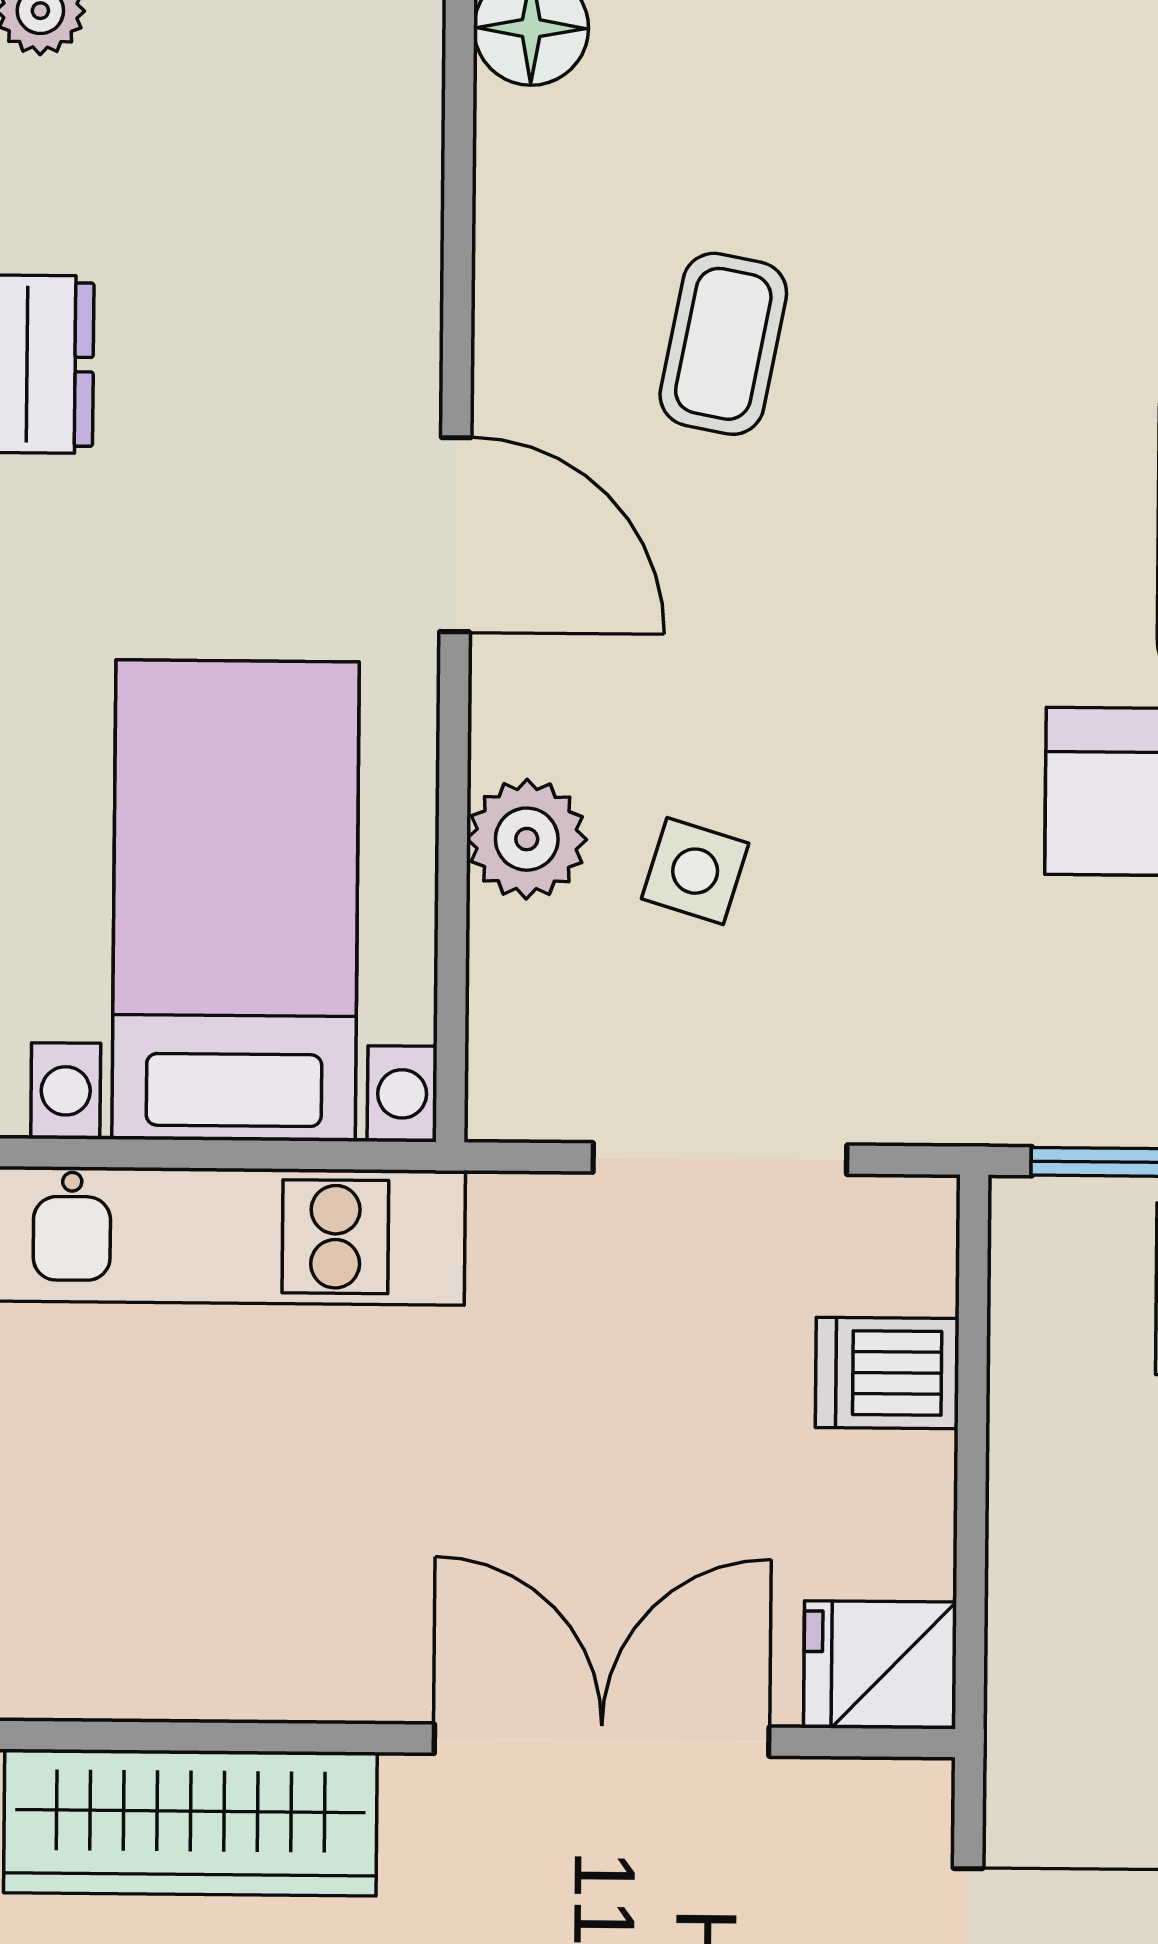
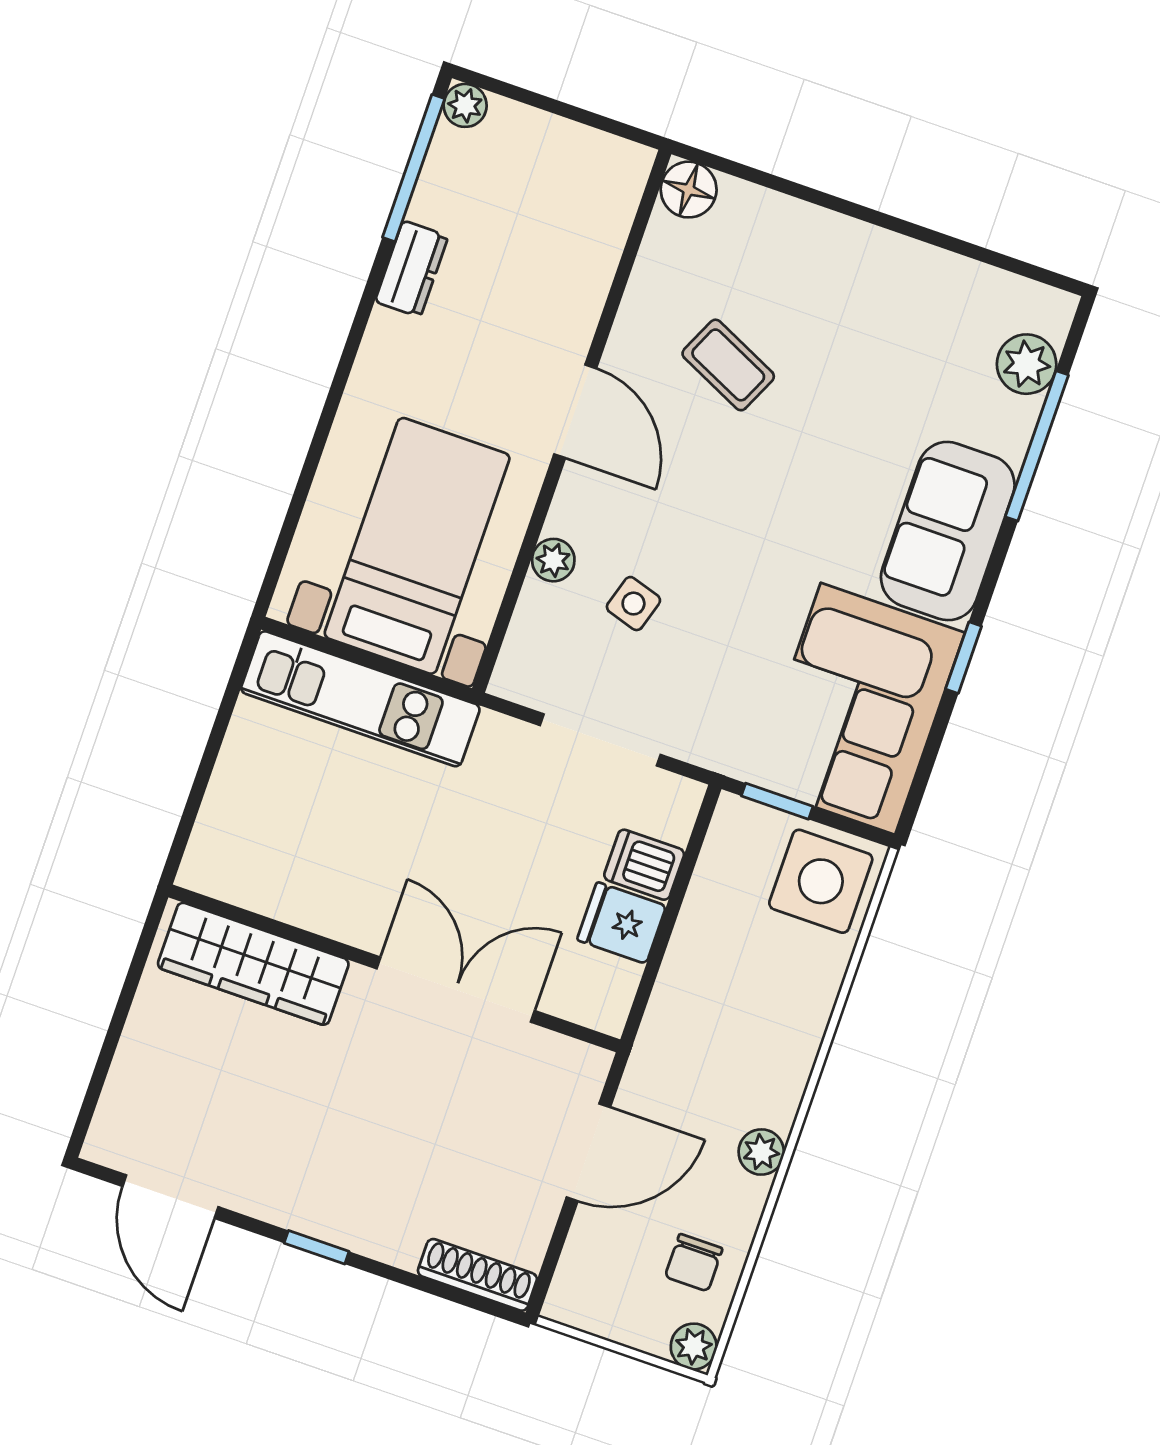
coffee table: (723, 344) -> (728, 365), turned -76
plant: (527, 839) -> (553, 560), width x0.73, depth x0.73
fridge: (880, 1665) -> (622, 923), moved

